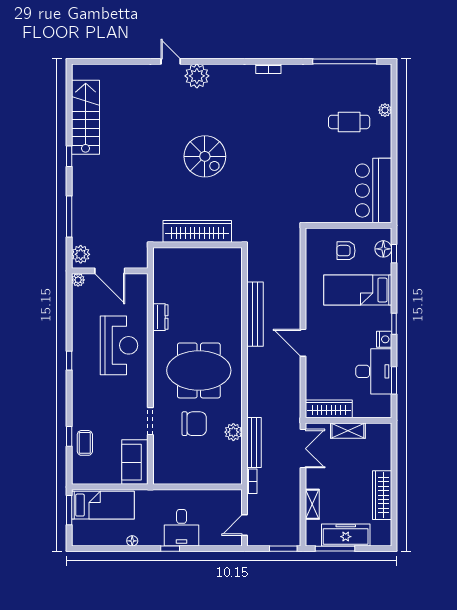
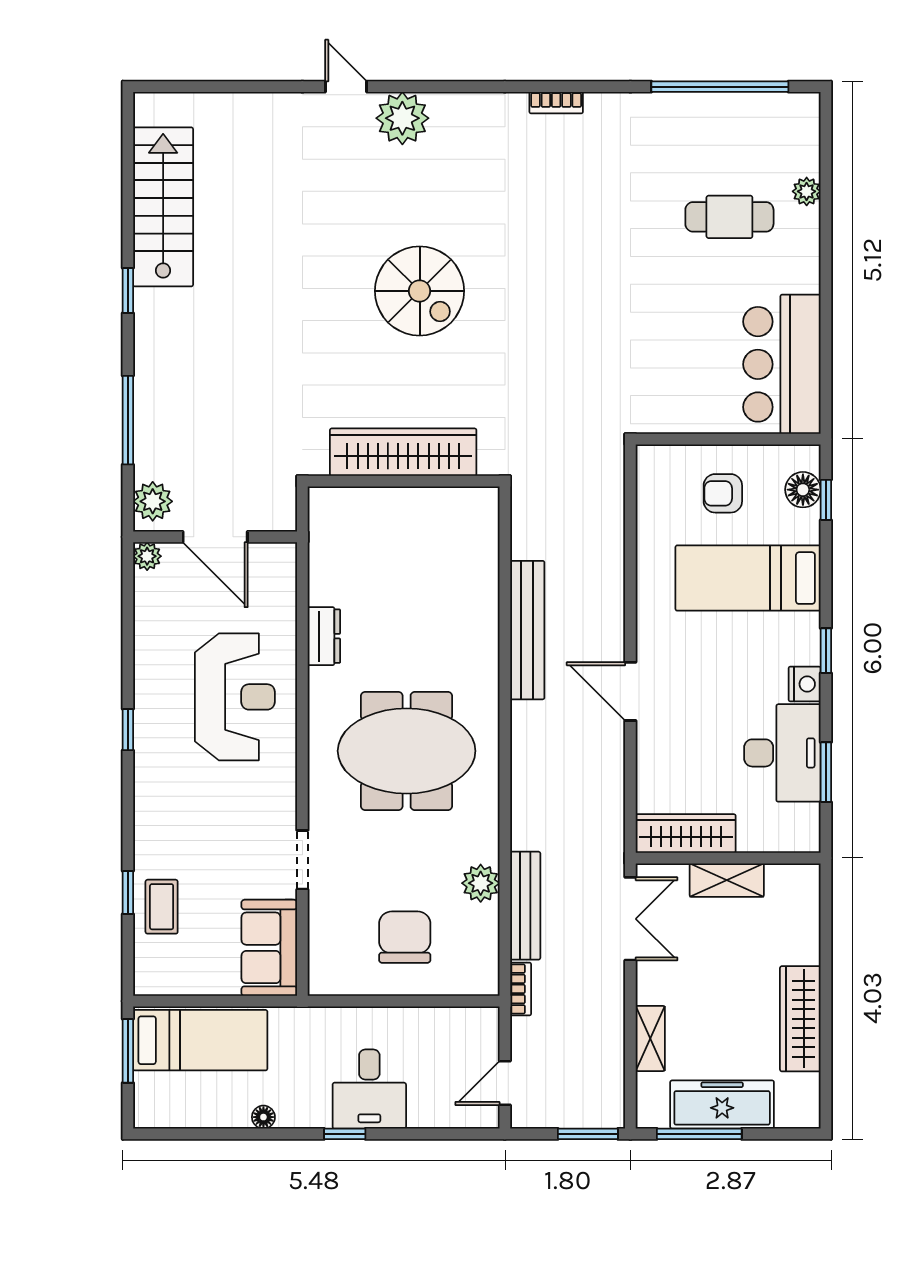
chair: (194, 424) -> (405, 937), moved, turned -90

